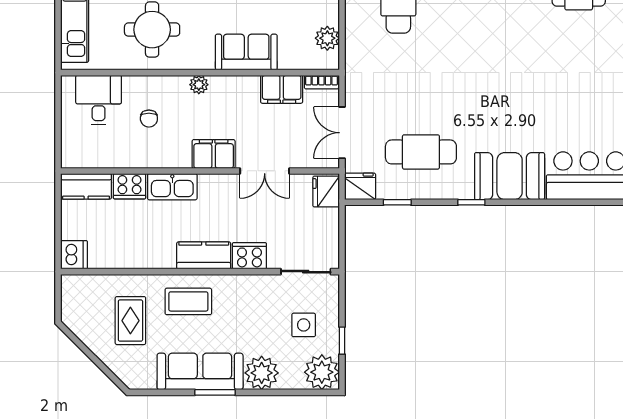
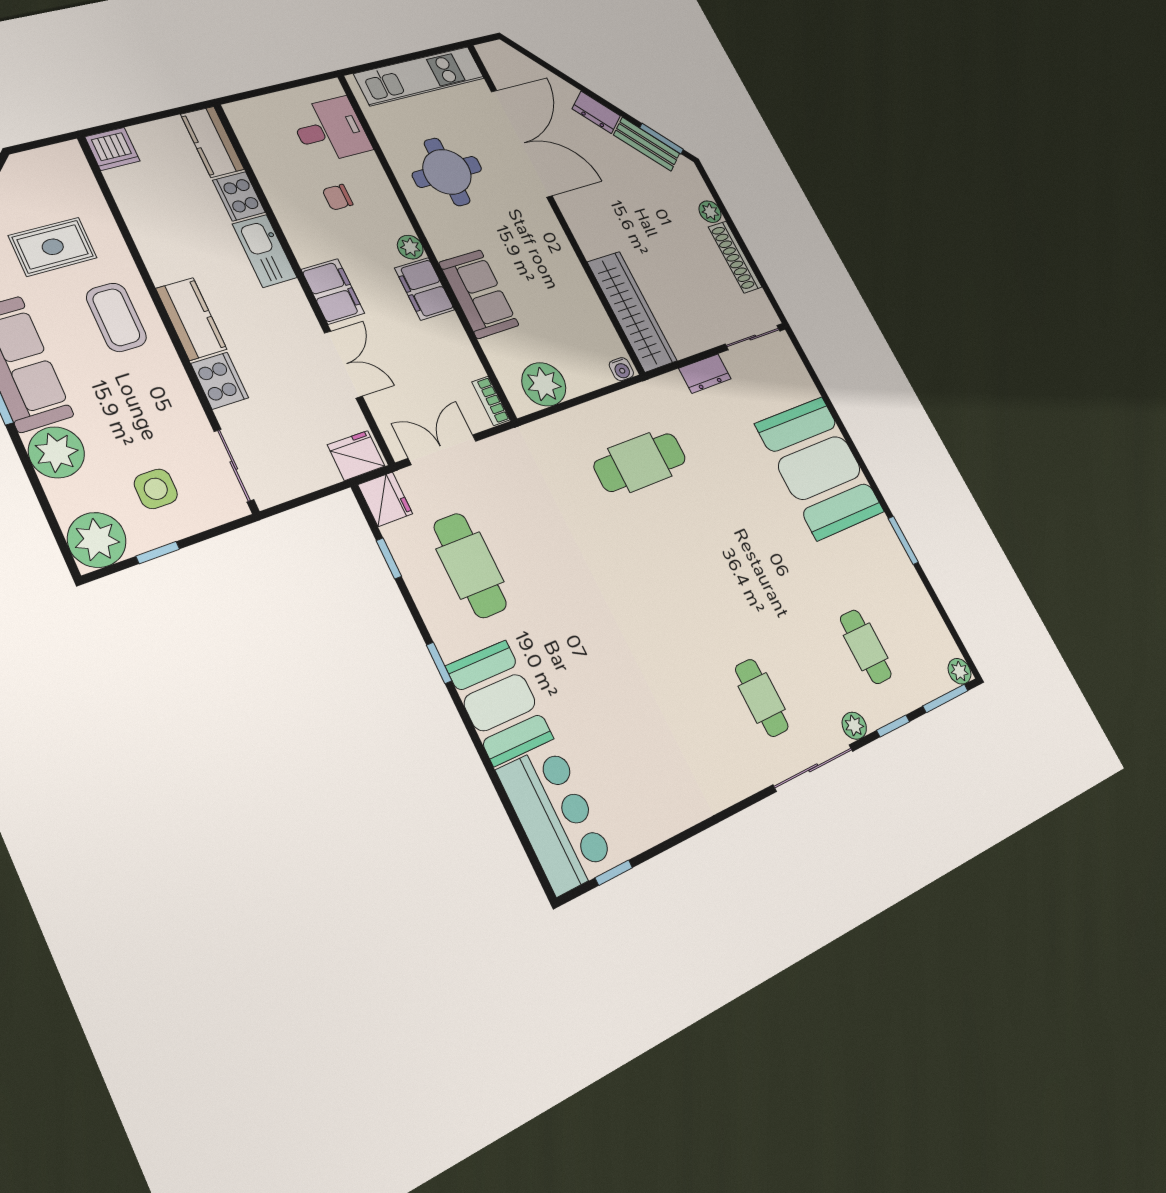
plant: (327, 38) -> (544, 384), width x1.36, depth x1.36
filing cabinet: (282, 89) -> (425, 289), moved
double door: (265, 171) -> (343, 365), swing flipped

